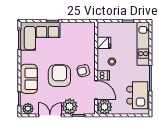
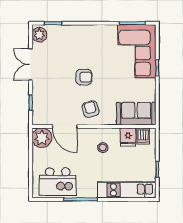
dishwasher: (103, 75) -> (143, 136), moved
armchair: (59, 76) -> (84, 77), width x0.53, depth x0.53
sofa: (29, 79) -> (136, 114), moved, turned 180
door: (96, 90) -> (65, 126), hinge flipped
plant: (70, 106) -> (42, 91), removed
double door: (50, 115) -> (31, 64), swing flipped

